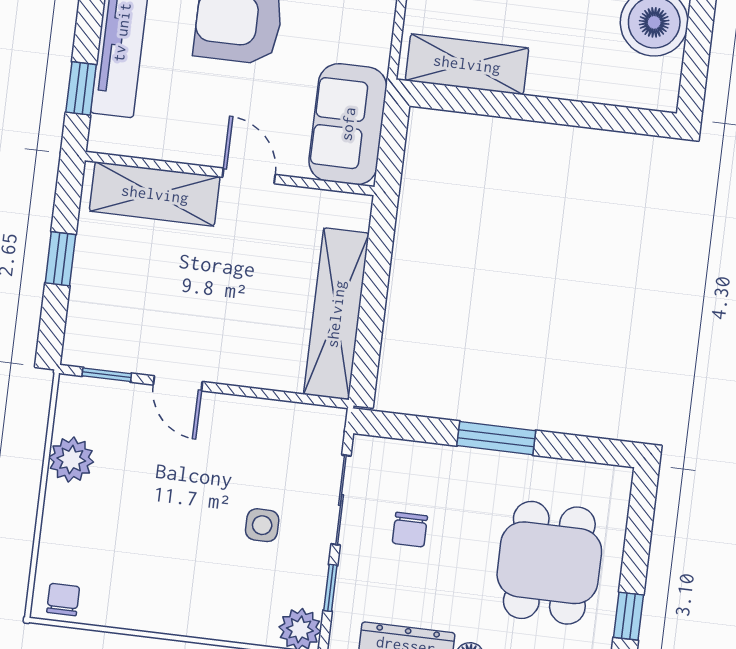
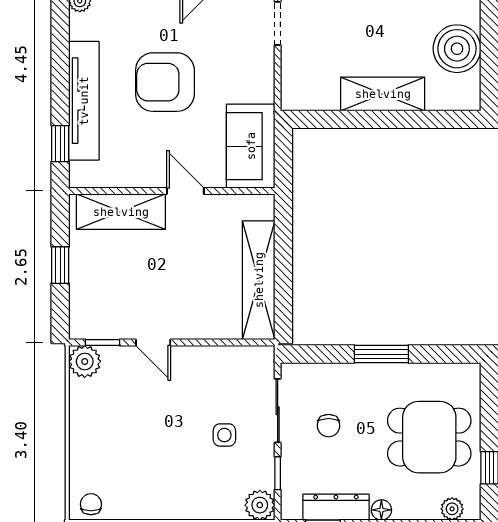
shelving: (467, 64) -> (383, 94), moved
plant: (71, 459) -> (85, 361), moved
dining table: (549, 563) -> (429, 437), turned 90

